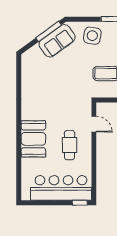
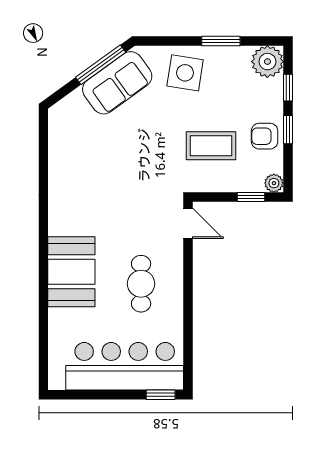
door: (94, 124) -> (188, 223), moved

